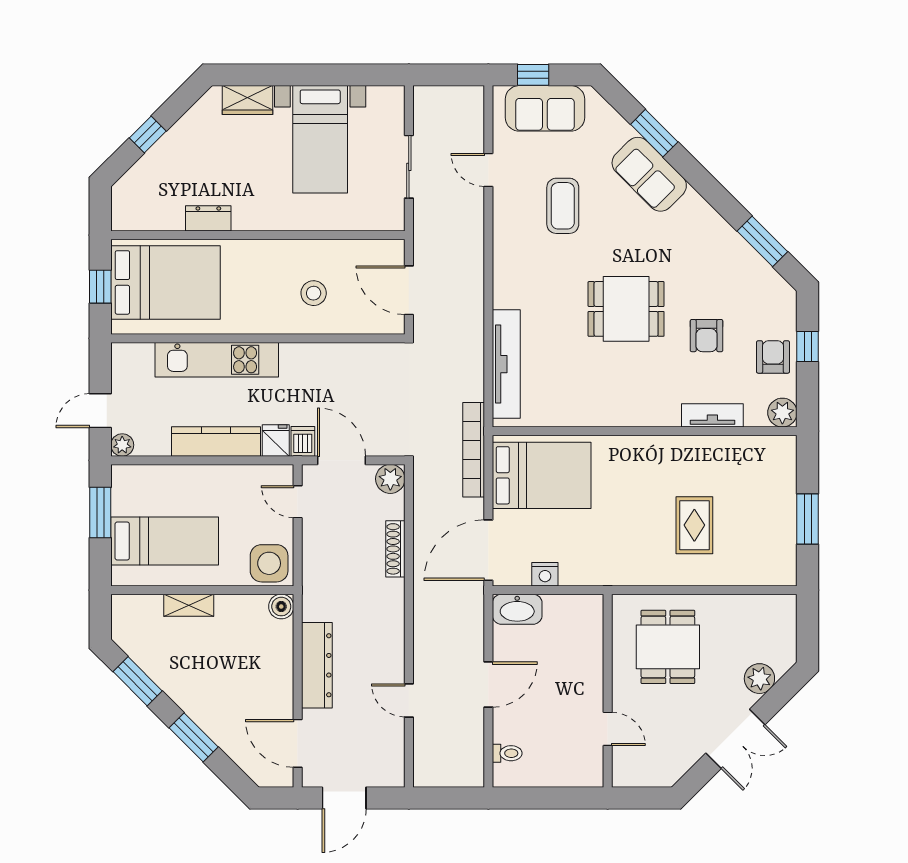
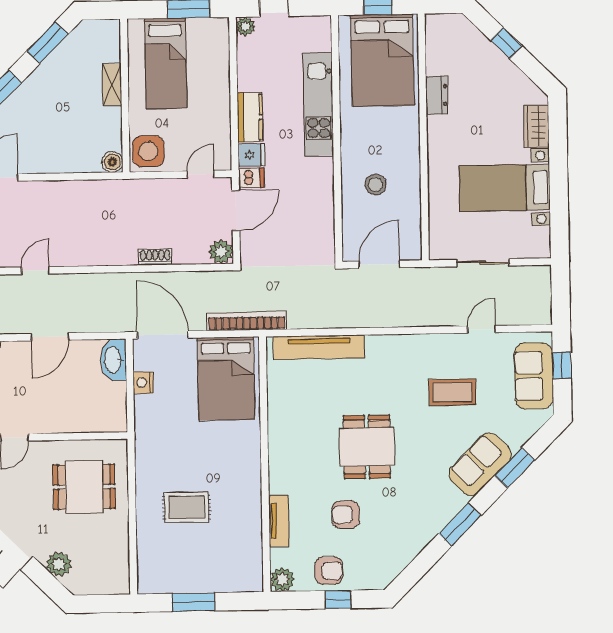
window: (762, 241) -> (460, 525), moved
kitchen counter: (216, 442) -> (250, 117), width x0.67
shoe rack: (395, 549) -> (155, 257), width x0.70
dresser: (317, 665) -> (64, 193), removed
door: (488, 685) -> (50, 337), hinge flipped

